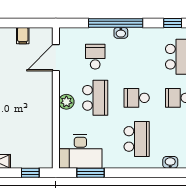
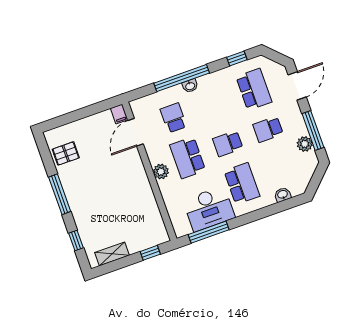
filing cabinet: (23, 36) -> (119, 114), moved
school desk: (95, 98) -> (188, 158), turned 180
desk: (80, 151) -> (209, 209), moved
window: (90, 173) -> (209, 232), width x1.44

